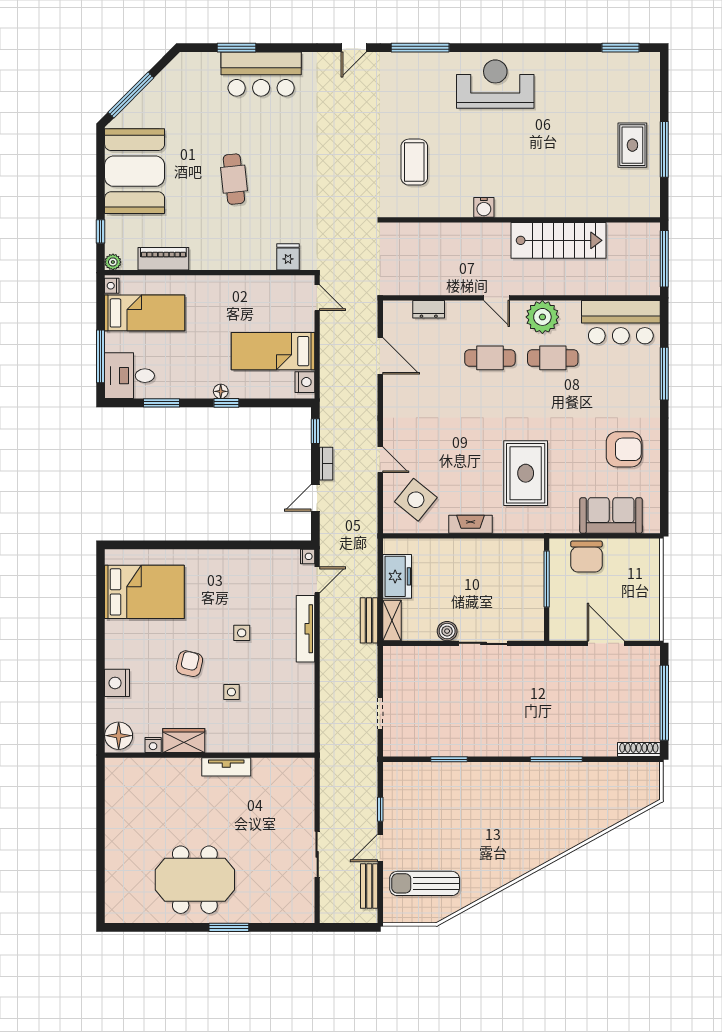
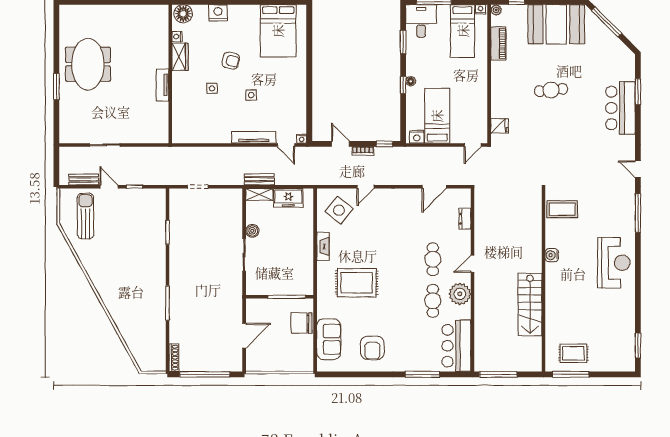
water cooler: (484, 207) -> (552, 255), moved
wall: (521, 220) -> (543, 280), moved
stairs: (559, 240) -> (530, 305), moved

